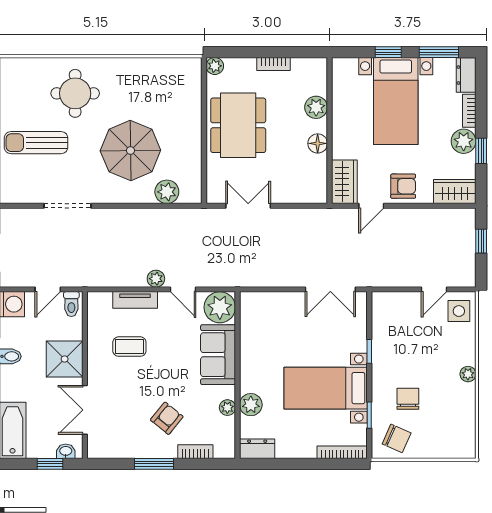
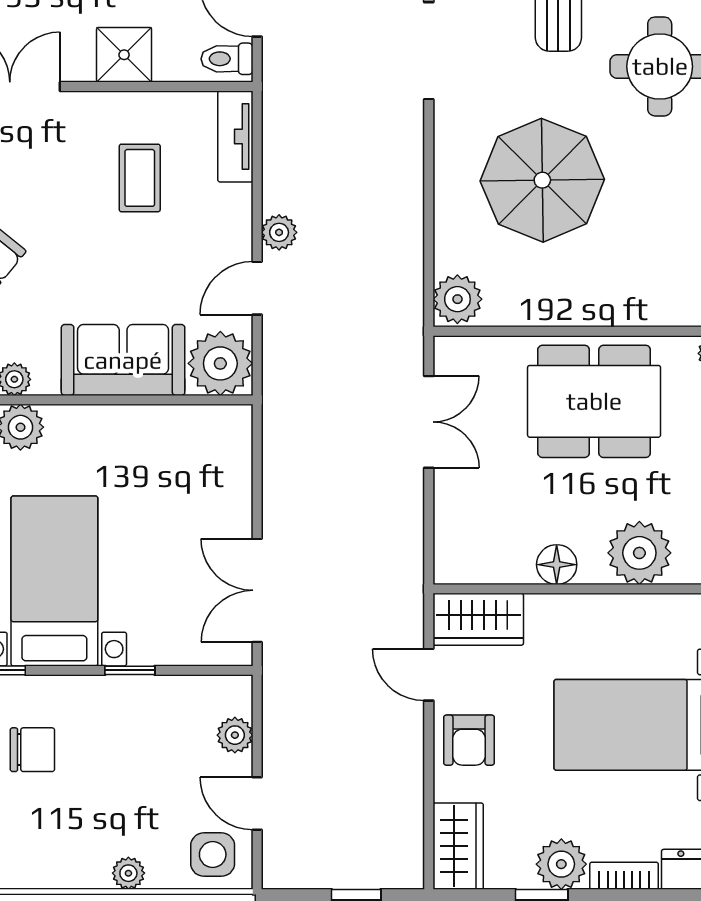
plant: (316, 107) -> (639, 553), width x1.36, depth x1.36
plant: (167, 192) -> (457, 299), moved
tv unit: (135, 300) -> (235, 136), moved
plant: (401, 300) -> (235, 735), added
shower: (65, 359) -> (124, 55), width x0.73, depth x0.73
plant: (468, 374) -> (128, 873), moved

